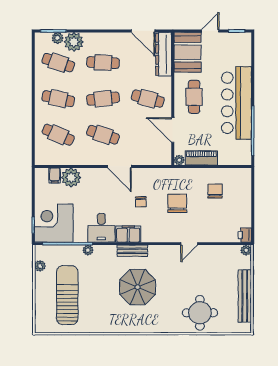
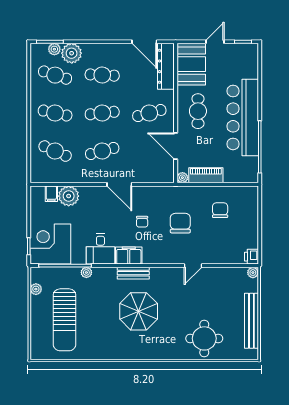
cafe table: (148, 99) -> (149, 113), turned -30
cafe table: (103, 135) -> (102, 151), turned -33
sun lounger: (67, 295) -> (65, 320), turned 180

